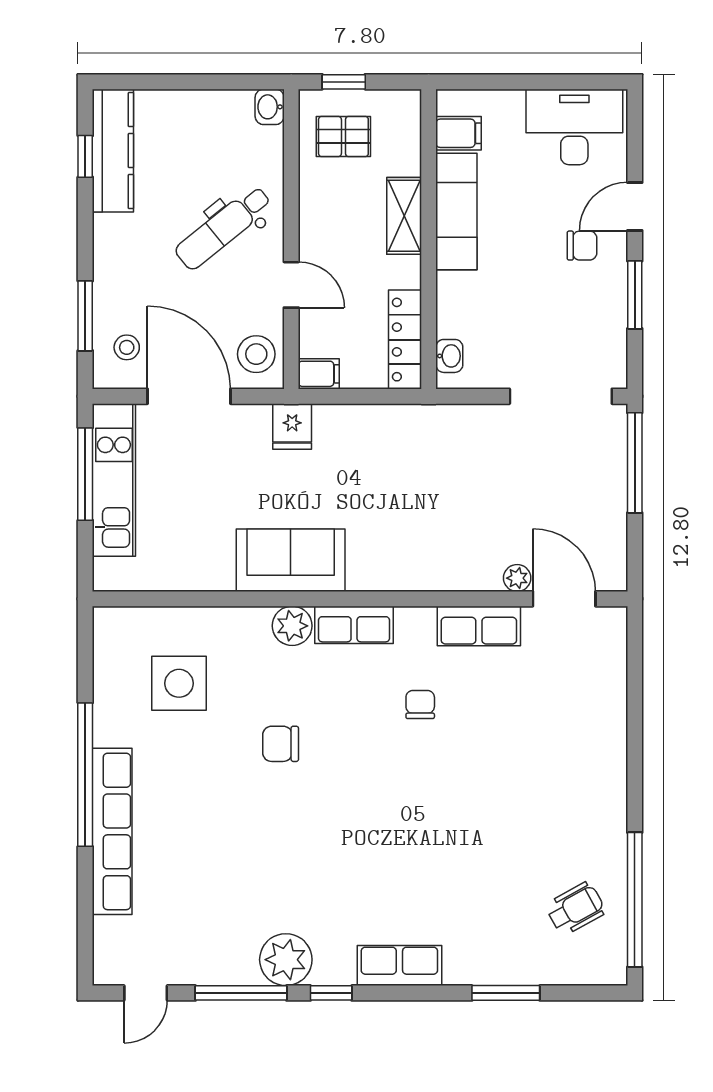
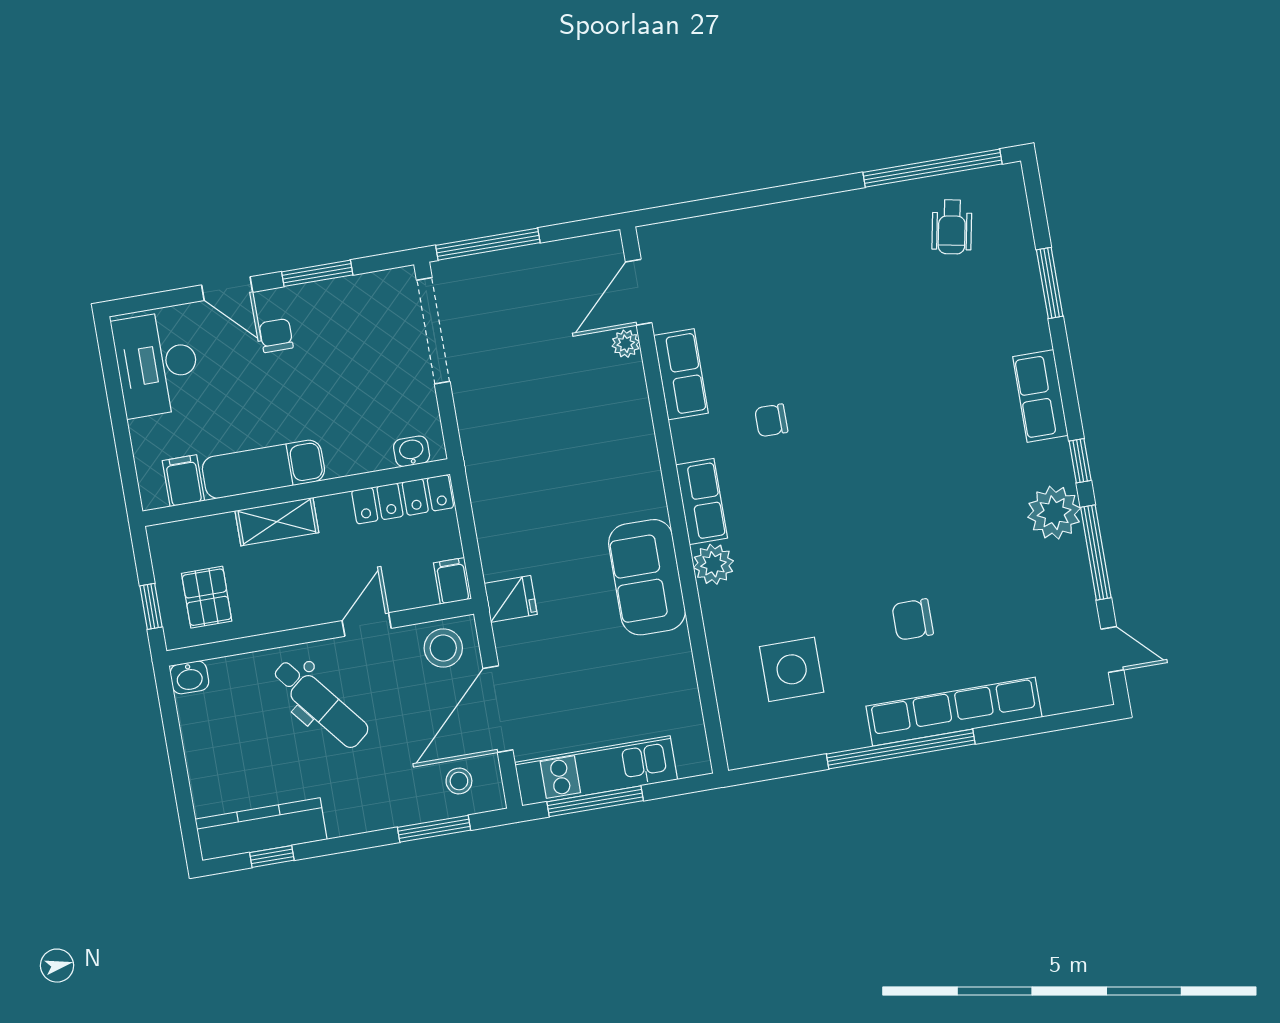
chair: (281, 744) -> (913, 619), moved, turned 90
wheelchair: (575, 909) -> (952, 227), turned -140

